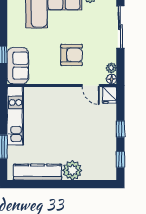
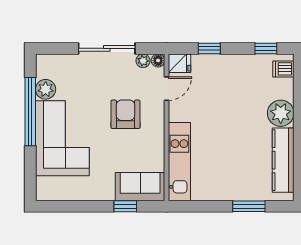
sliding door: (120, 27) -> (107, 48), moved
kitchen unit: (15, 116) -> (179, 162), moved, turned 90
window: (120, 129) -> (209, 48), moved
dishwasher: (105, 172) -> (283, 69), added

